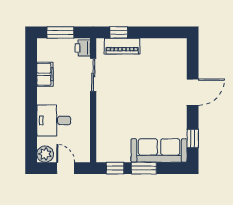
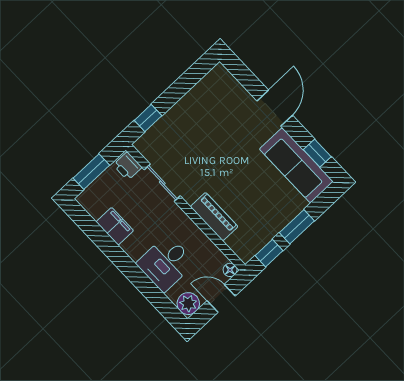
piano: (122, 46) -> (214, 217), moved, turned -90
sofa: (159, 150) -> (296, 165), moved, turned -90
floor lamp: (85, 157) -> (230, 270), added

